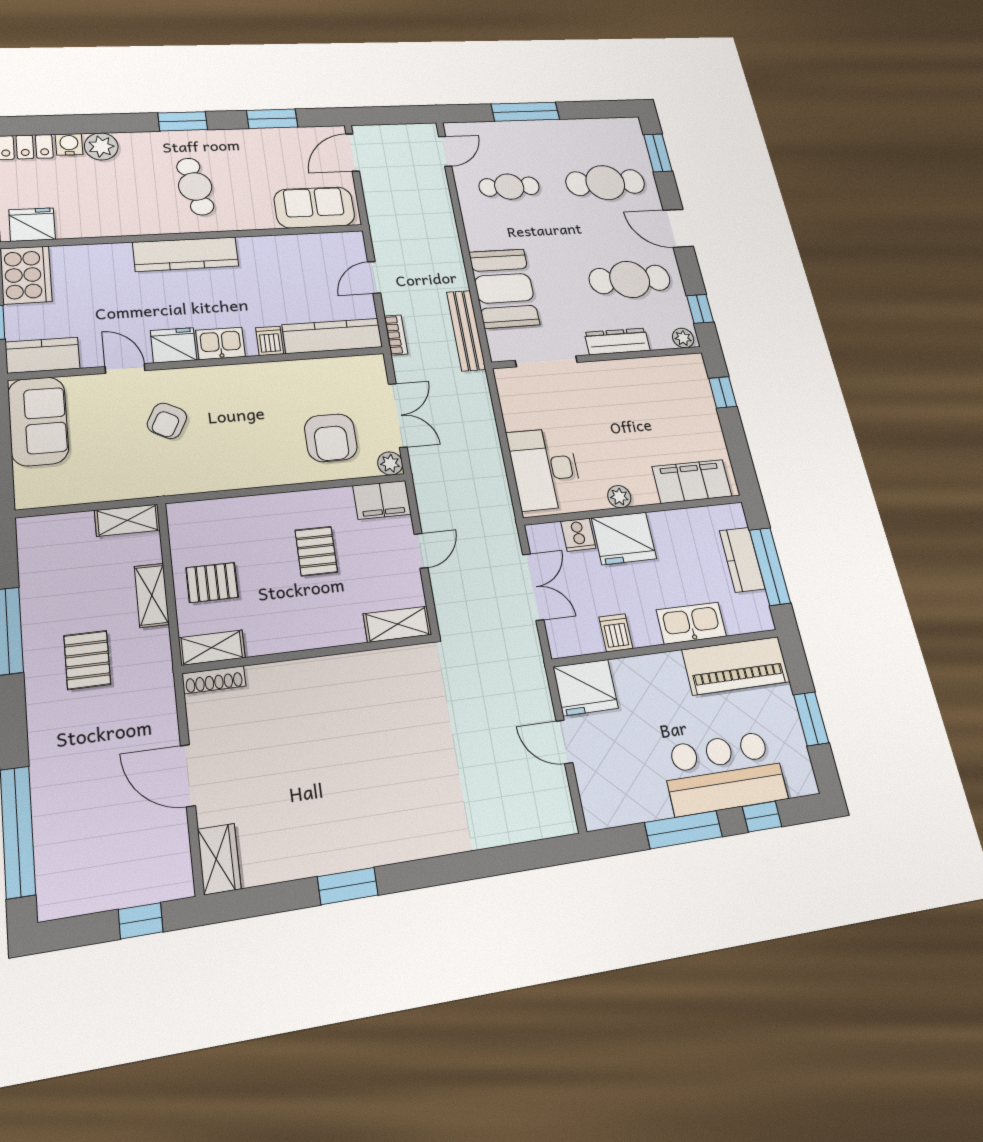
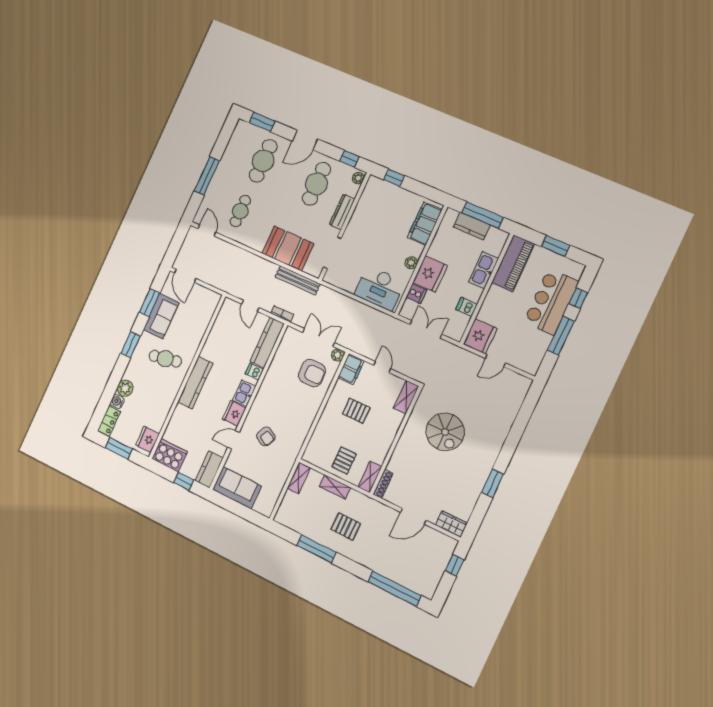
sofa: (314, 207) -> (161, 316), moved, turned 180
spiral stairs: (383, 733) -> (445, 432), added

